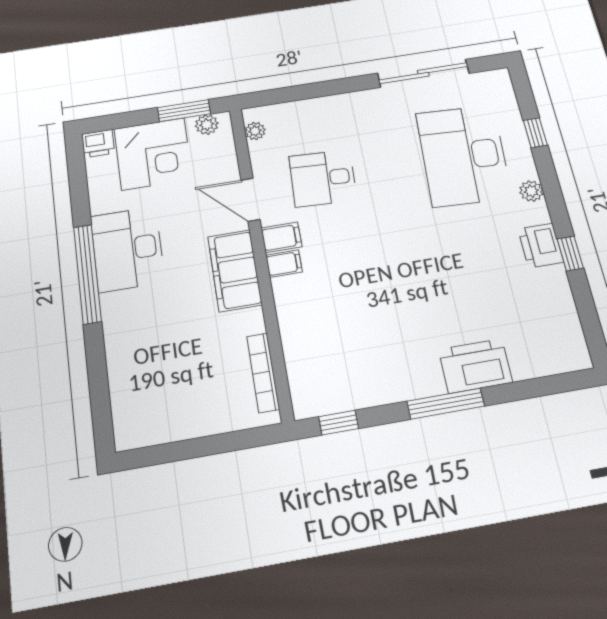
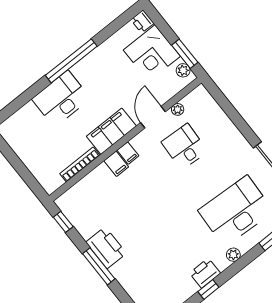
plant: (255, 131) -> (178, 109), moved
filing cabinet: (282, 237) -> (116, 164), moved
desk: (127, 249) -> (61, 99), moved
printer: (475, 366) -> (106, 248), moved
bookcase: (263, 373) -> (80, 164), moved

